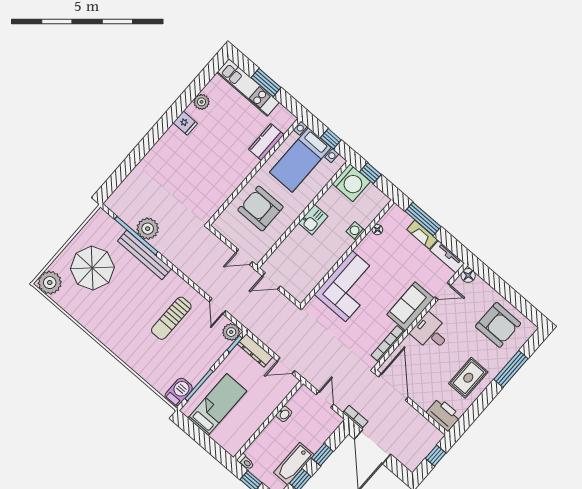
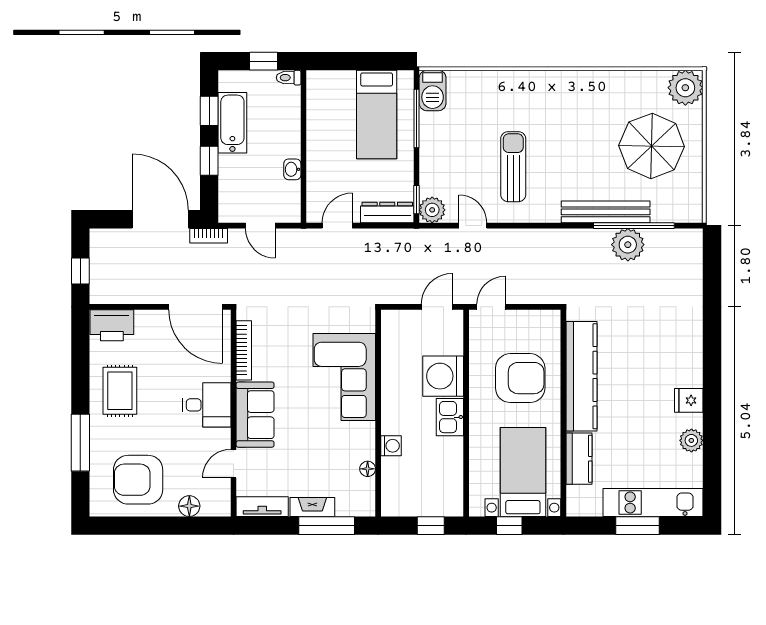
kitchen counter: (229, 182) -> (581, 376), added
washing machine: (351, 183) -> (443, 376), moved
floor lamp: (468, 275) -> (189, 506), moved

